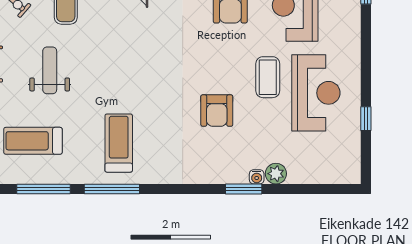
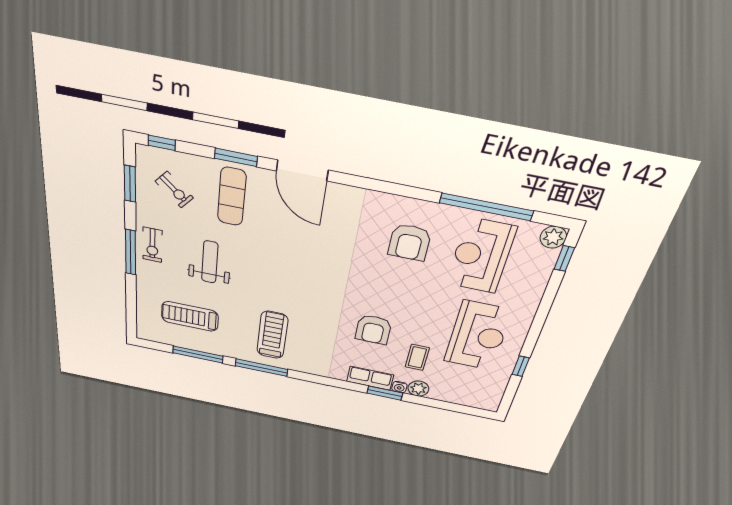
coffee table: (268, 77) -> (417, 357), moved, width x0.73, depth x0.77
row of seats: (225, 173) -> (370, 378), added

